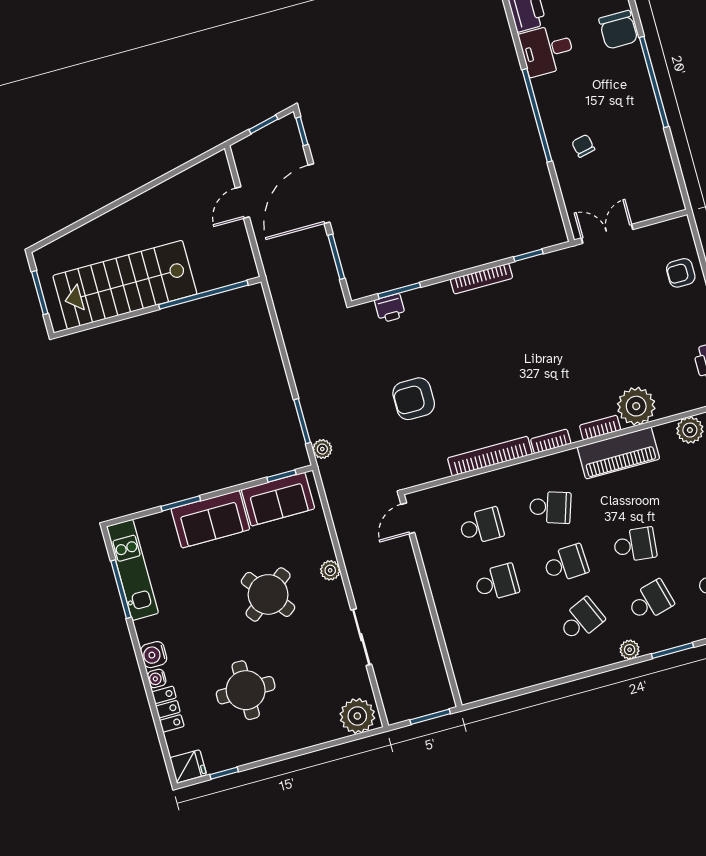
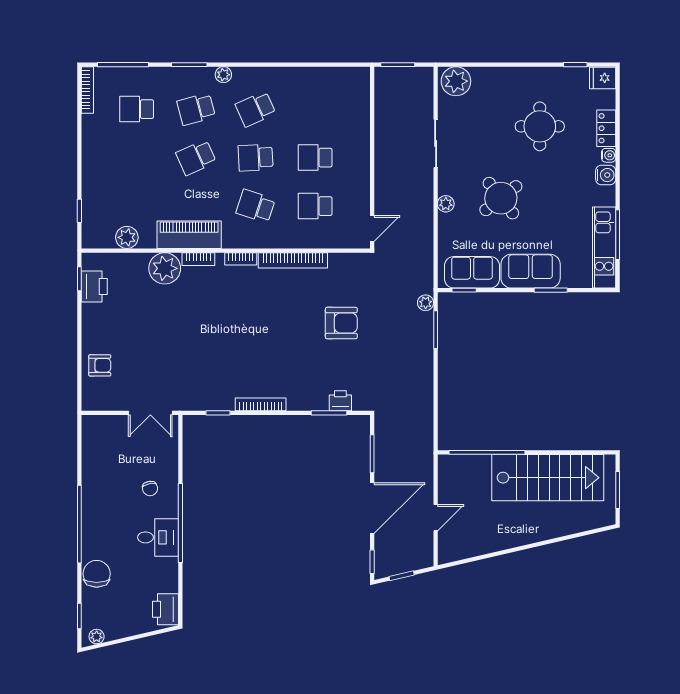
desk: (547, 50) -> (158, 537), moved
school desk: (635, 545) -> (196, 158), turned -30

